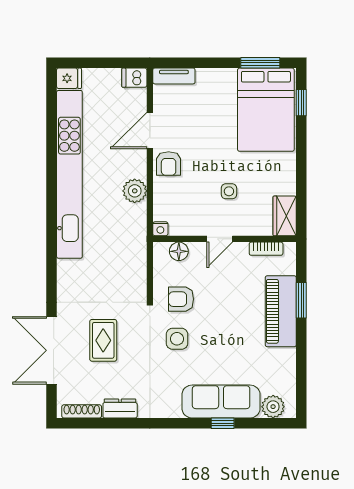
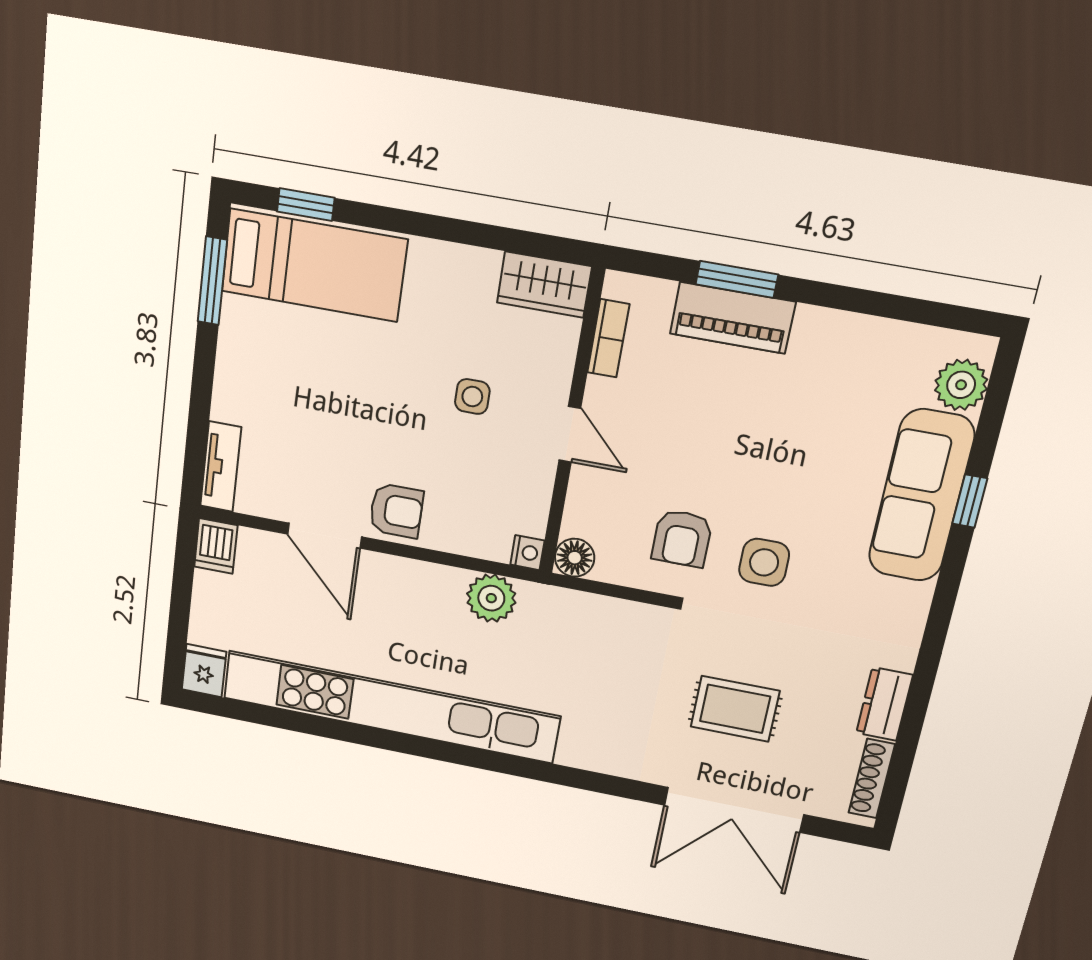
bed: (266, 110) -> (314, 265), width x0.67
plant: (135, 191) -> (491, 598), moved
floor lamp: (179, 251) -> (575, 558), moved
piano: (281, 311) -> (733, 318), width x0.73, depth x0.75

